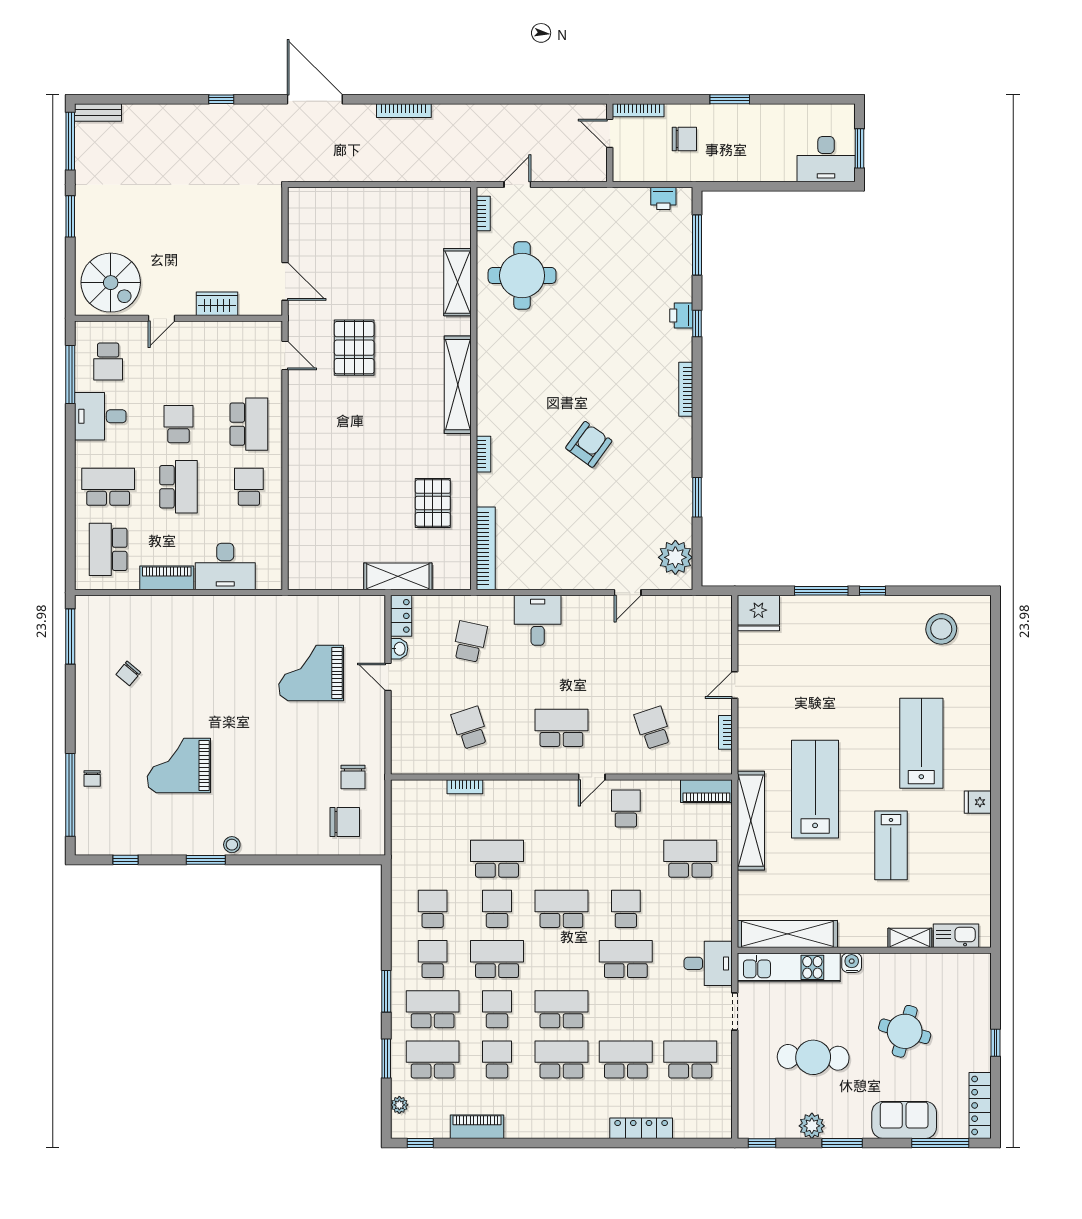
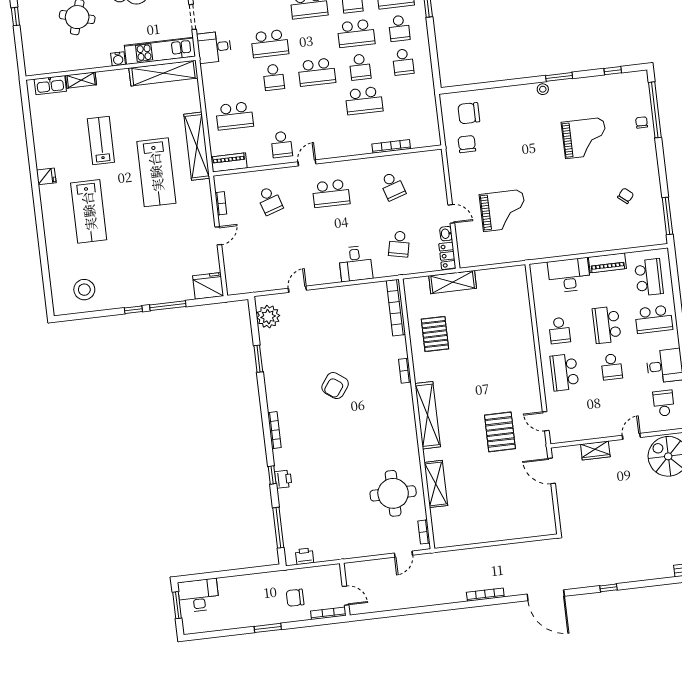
bookcase: (465, 787) -> (391, 146), width x1.56

